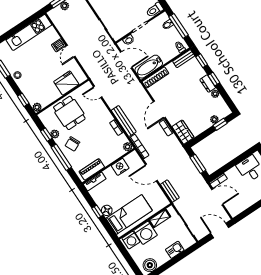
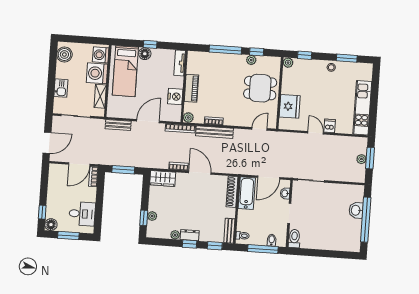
chair: (72, 144) -> (230, 69), removed
piano: (92, 169) -> (191, 88), moved

